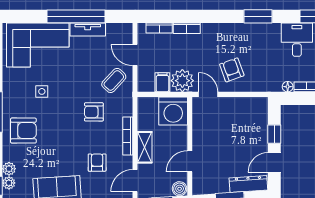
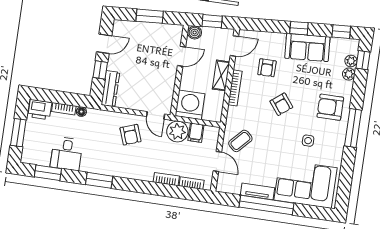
armchair: (94, 112) -> (281, 104), moved, turned 52
dresser: (248, 184) -> (110, 89), moved, turned -86

